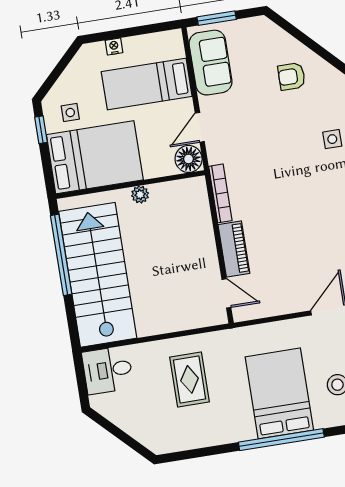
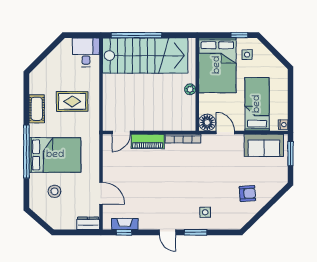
nightstand: (114, 47) -> (283, 125), moved
armchair: (292, 76) -> (247, 193), turned 86
window: (61, 255) -> (136, 35), moved
cot: (210, 434) -> (37, 109), added

